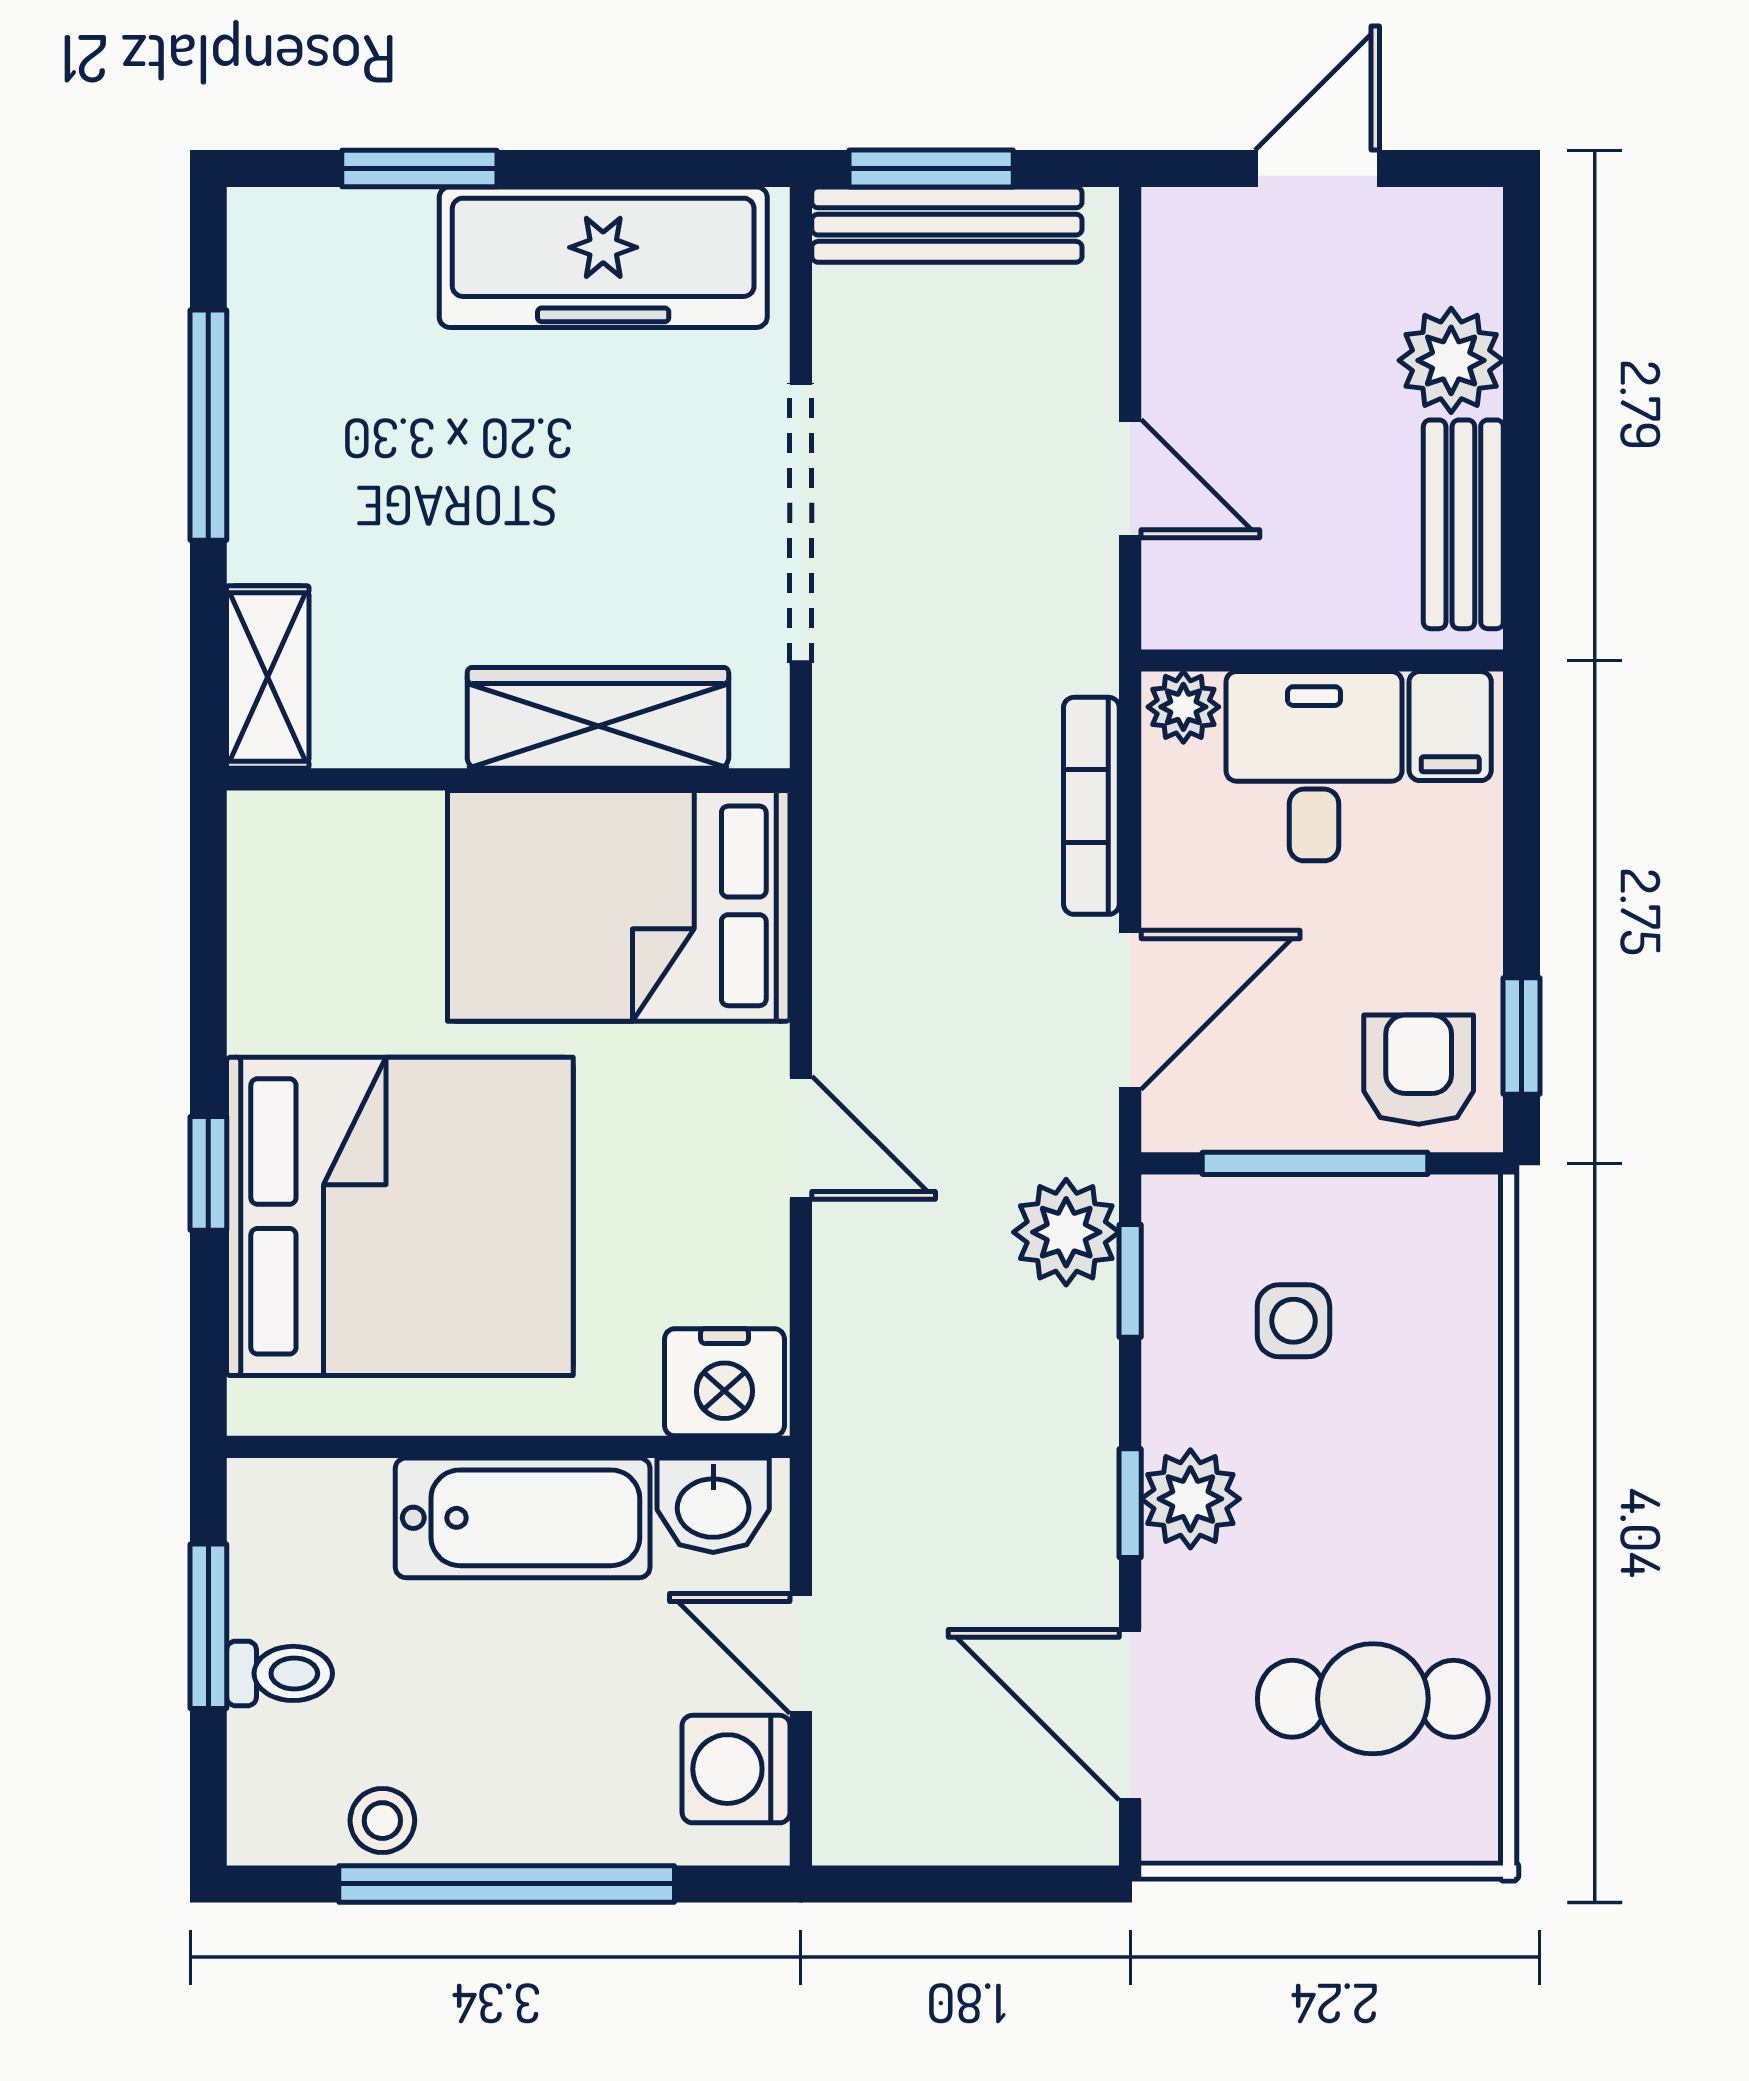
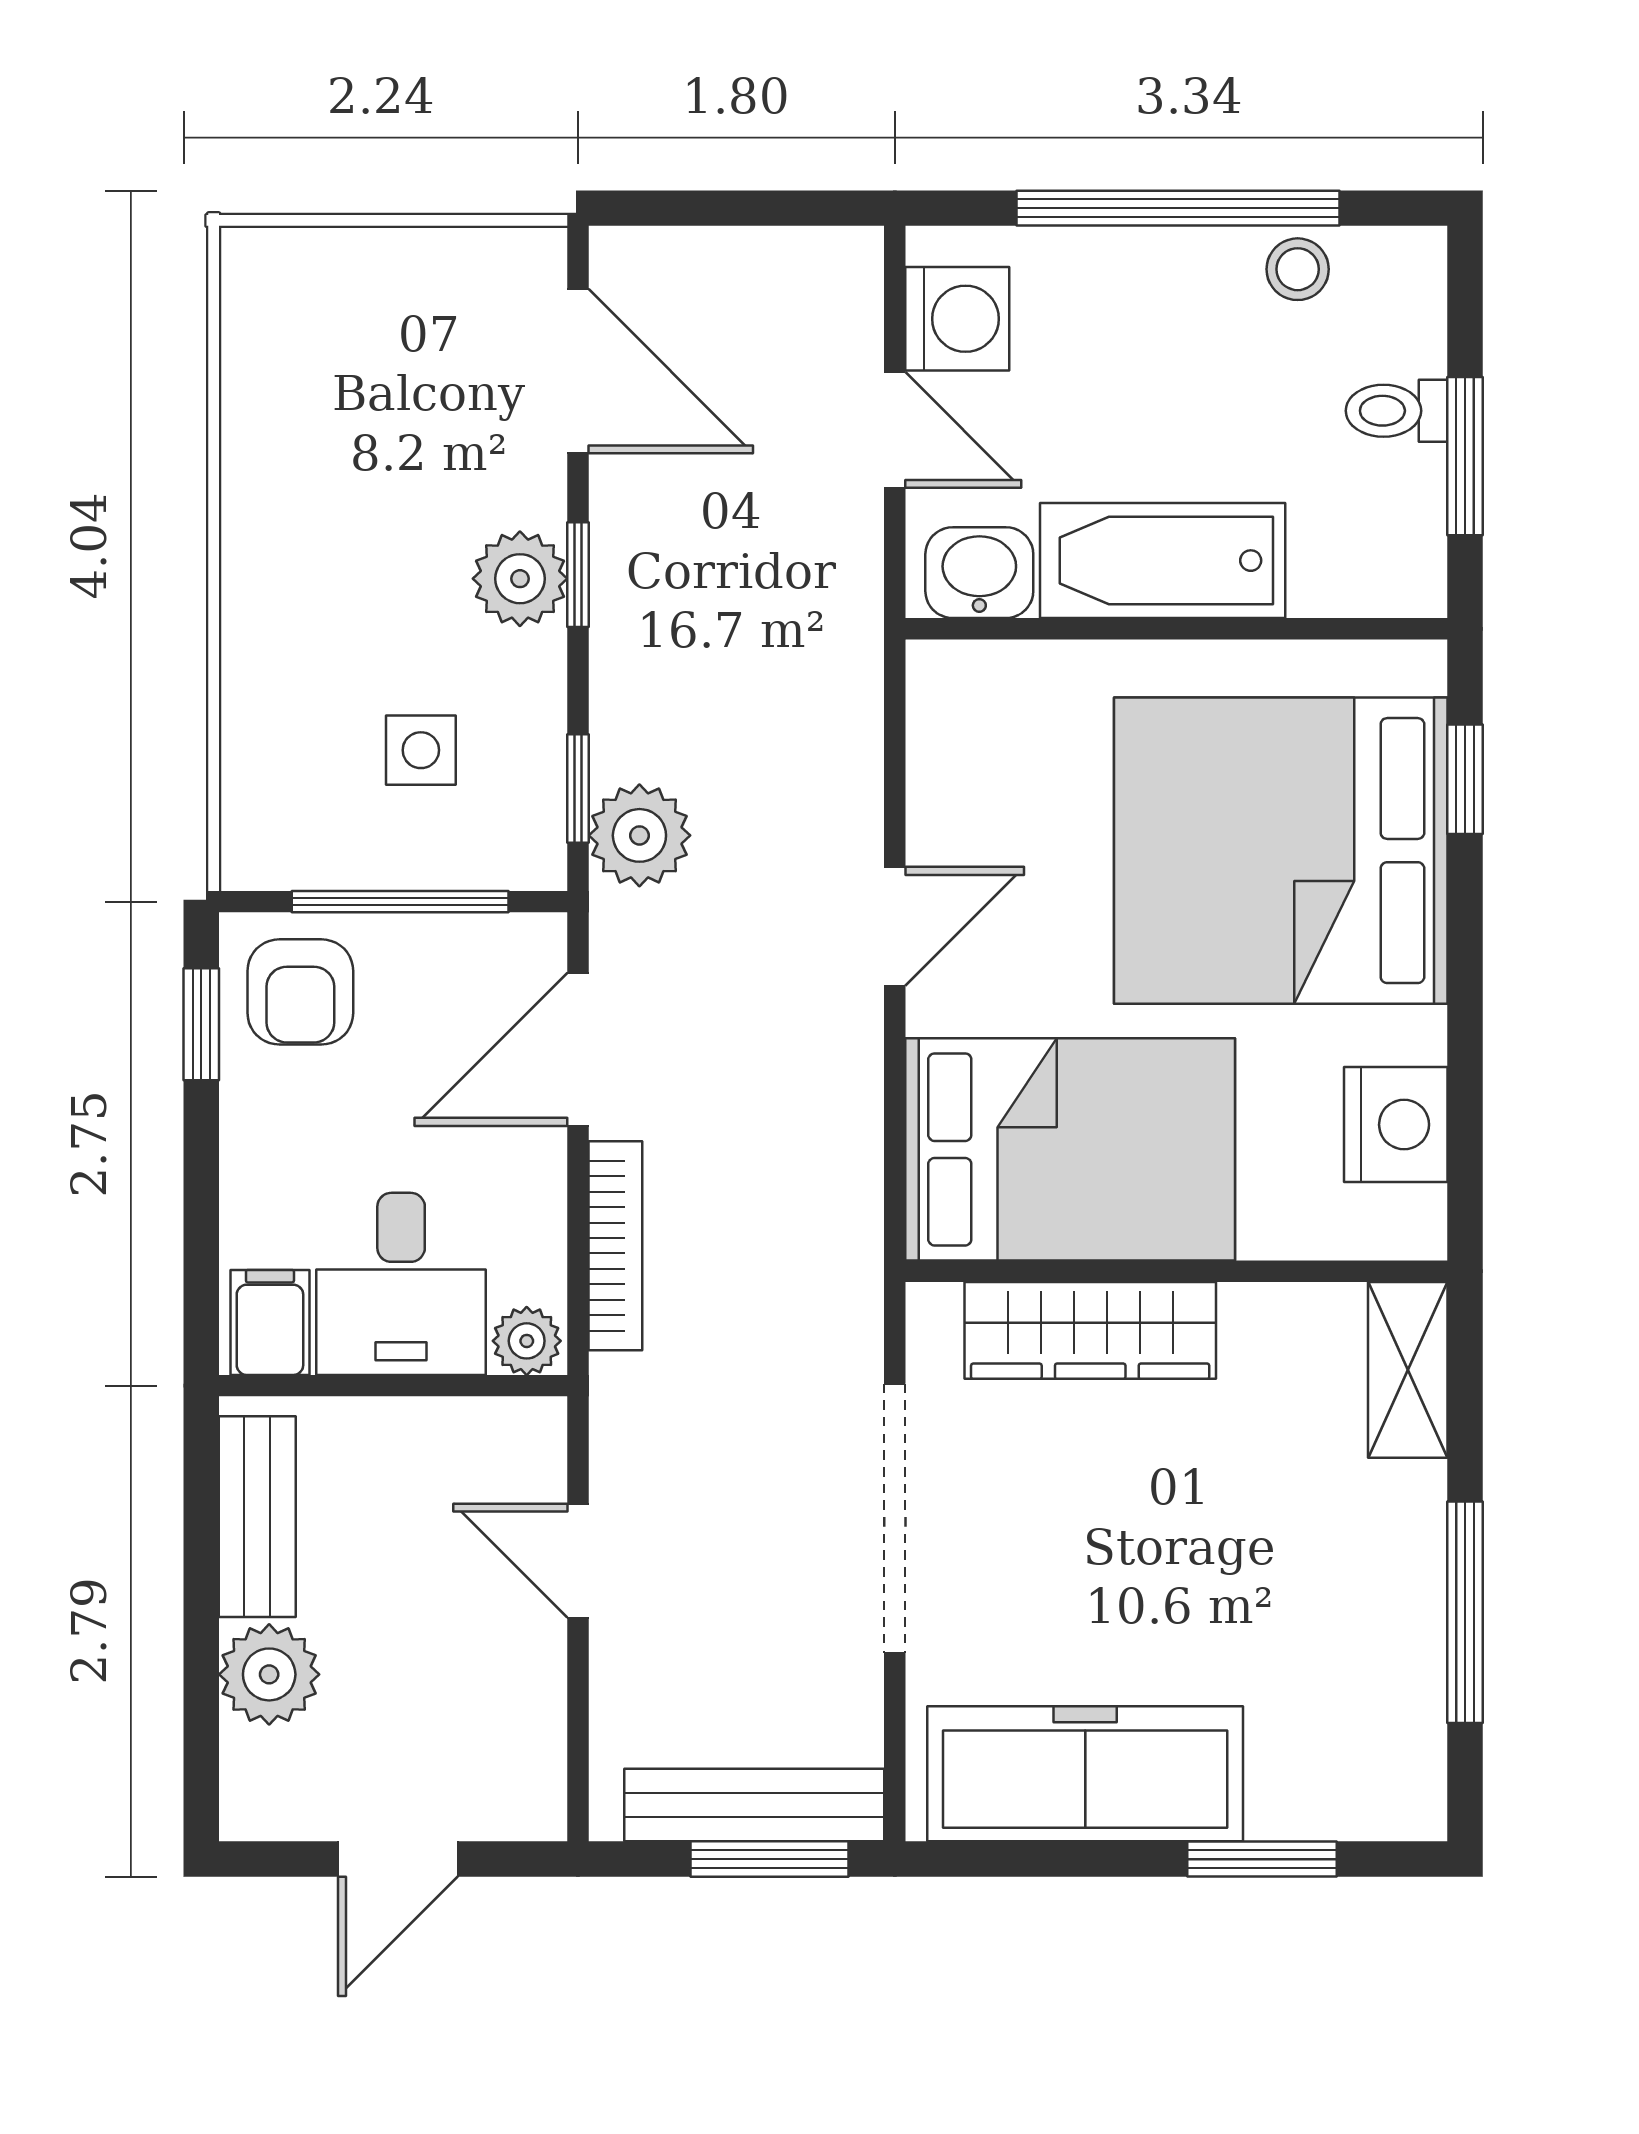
door: (801, 1138) -> (895, 926), swing flipped
window: (208, 1173) -> (1465, 779), moved
nightstand: (725, 1382) -> (1396, 1125), moved, turned 90
cafe table: (1373, 1699) -> (344, 386), removed

